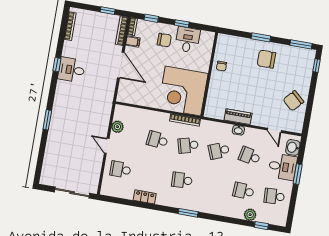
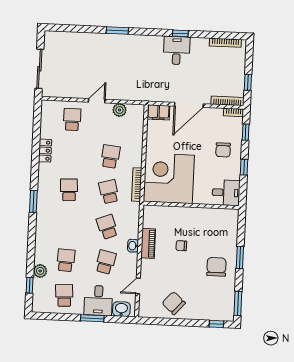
desk: (187, 40) -> (226, 193), moved
filing cabinet: (133, 42) -> (158, 112), moved, width x2.00
chair: (221, 66) -> (181, 246), moved

